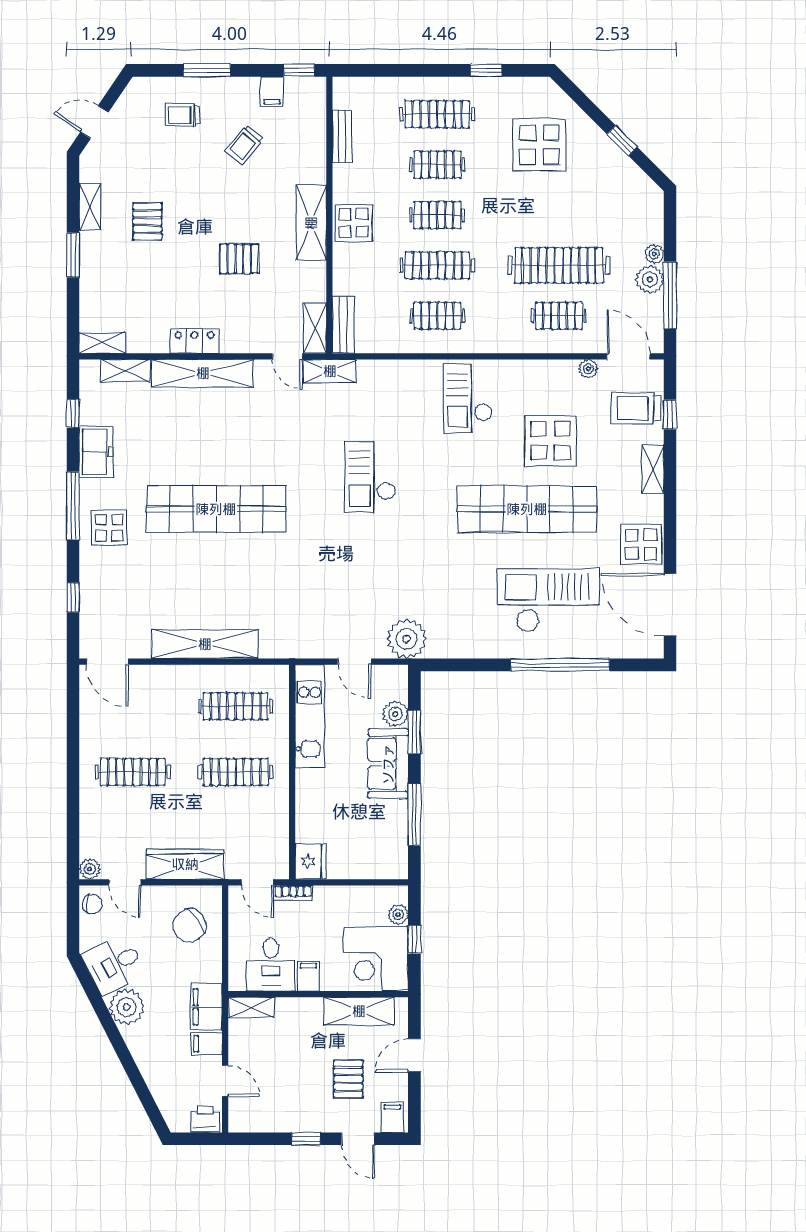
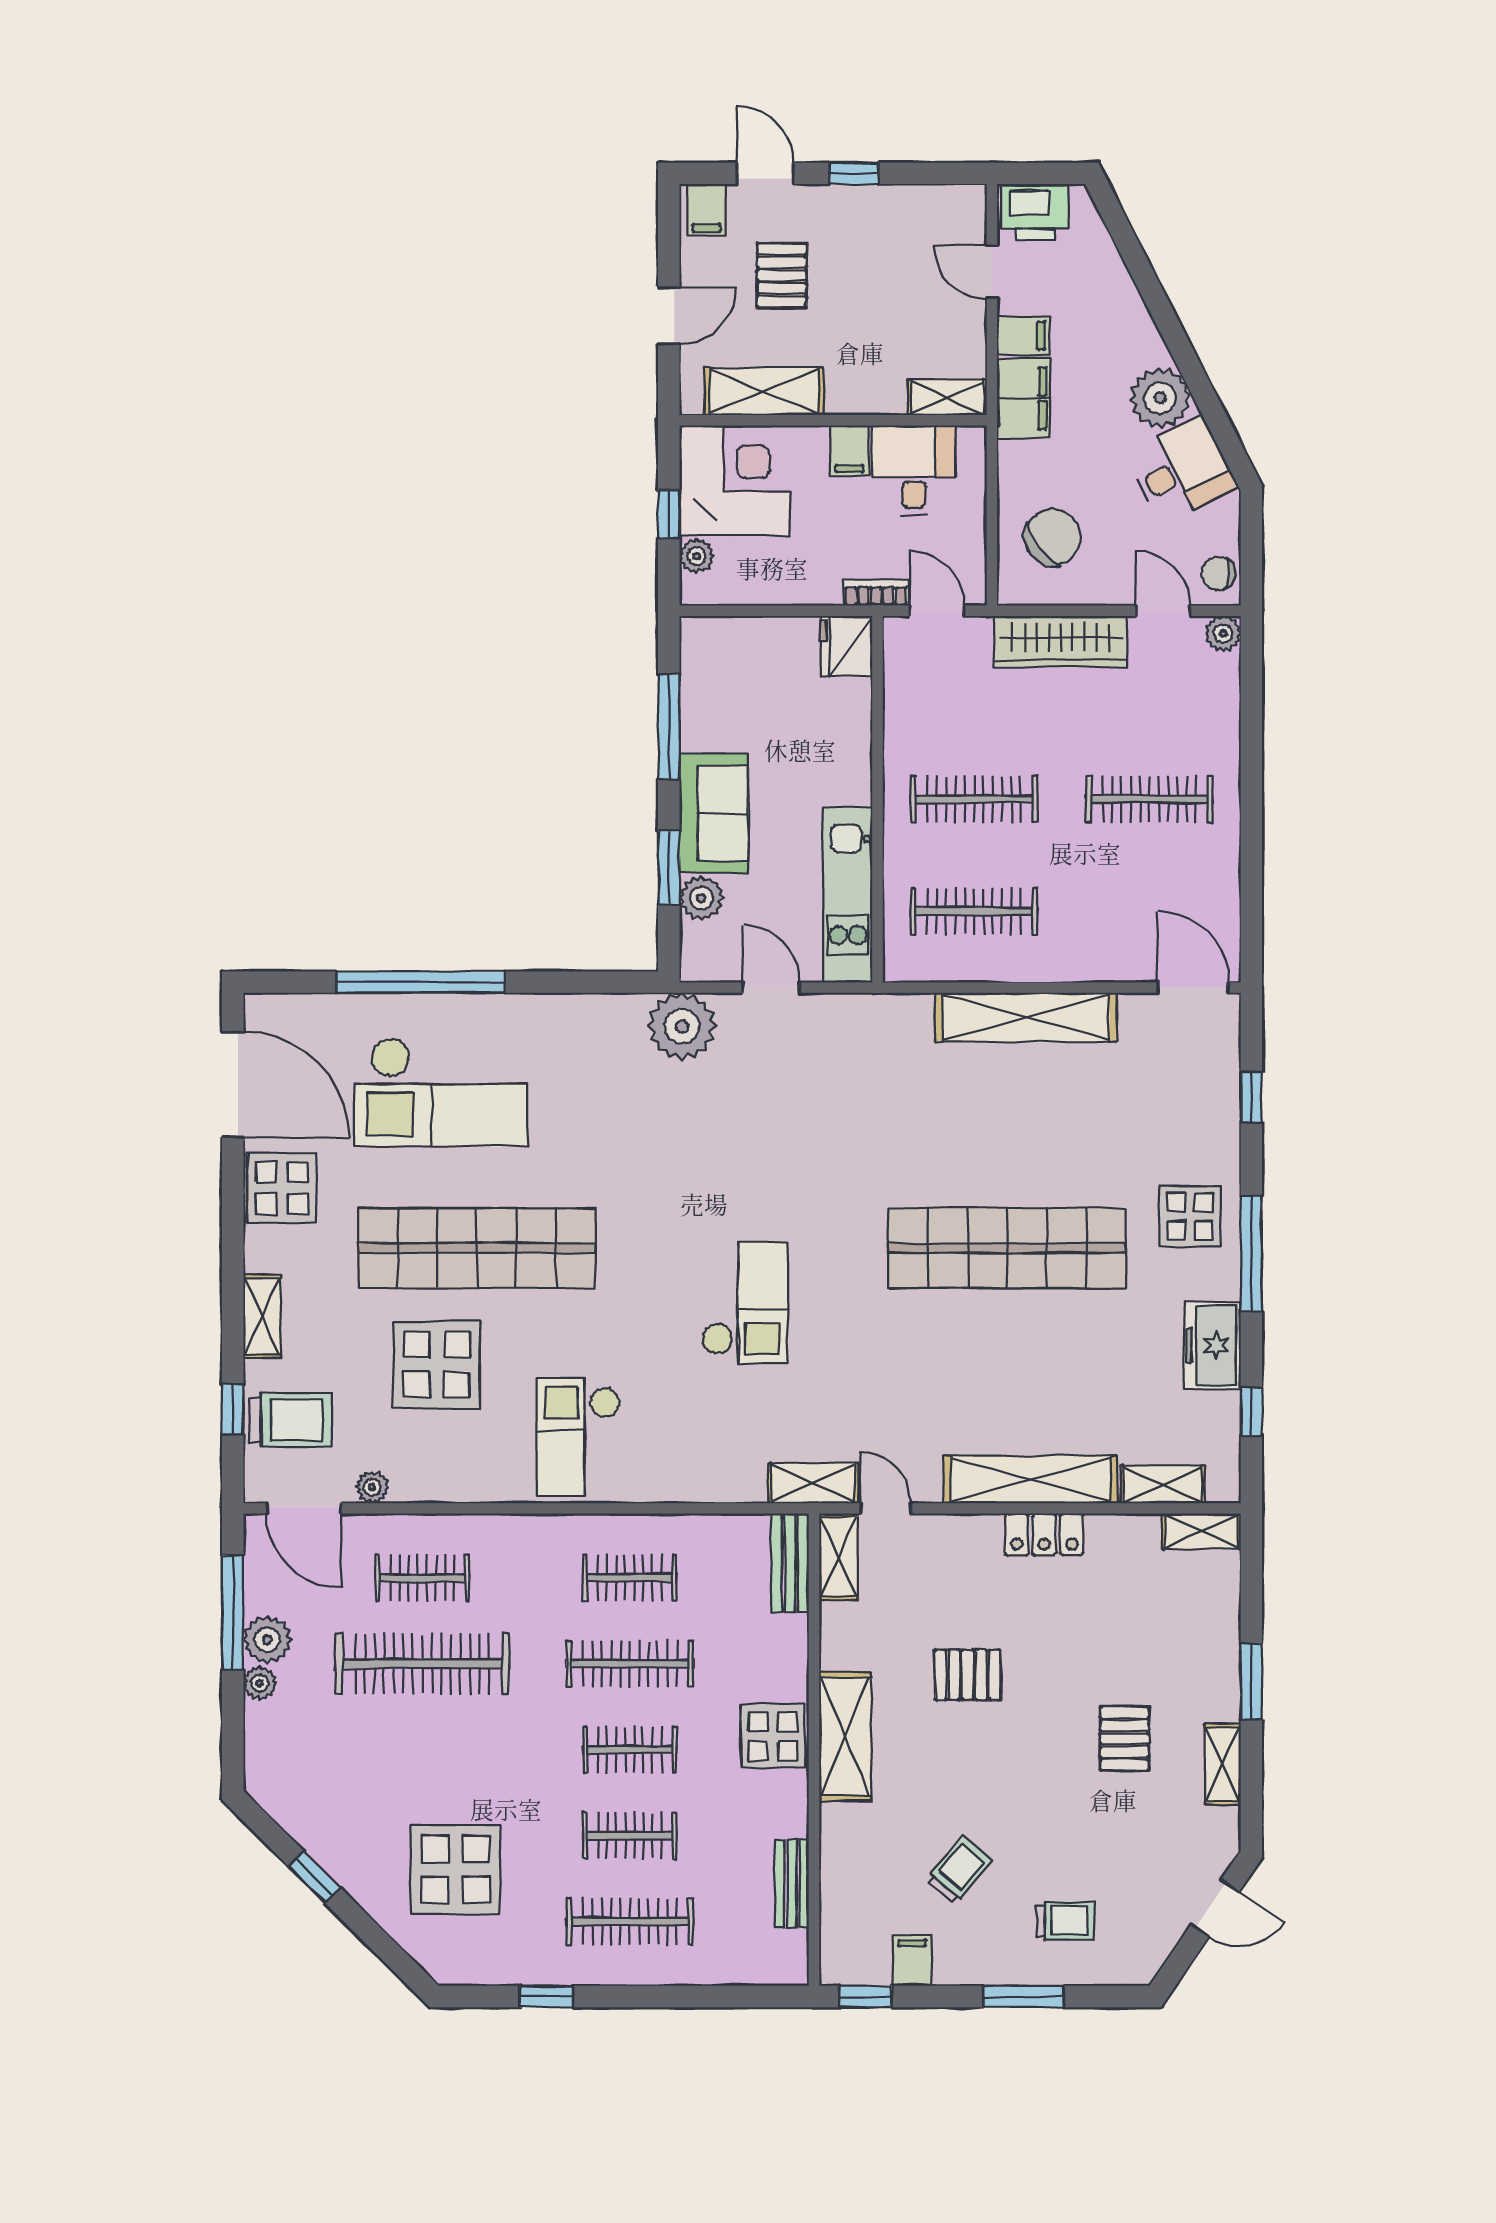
checkout: (468, 398) -> (578, 1437), turned 180
printer: (205, 1119) -> (1035, 212), width x1.36, depth x1.24

